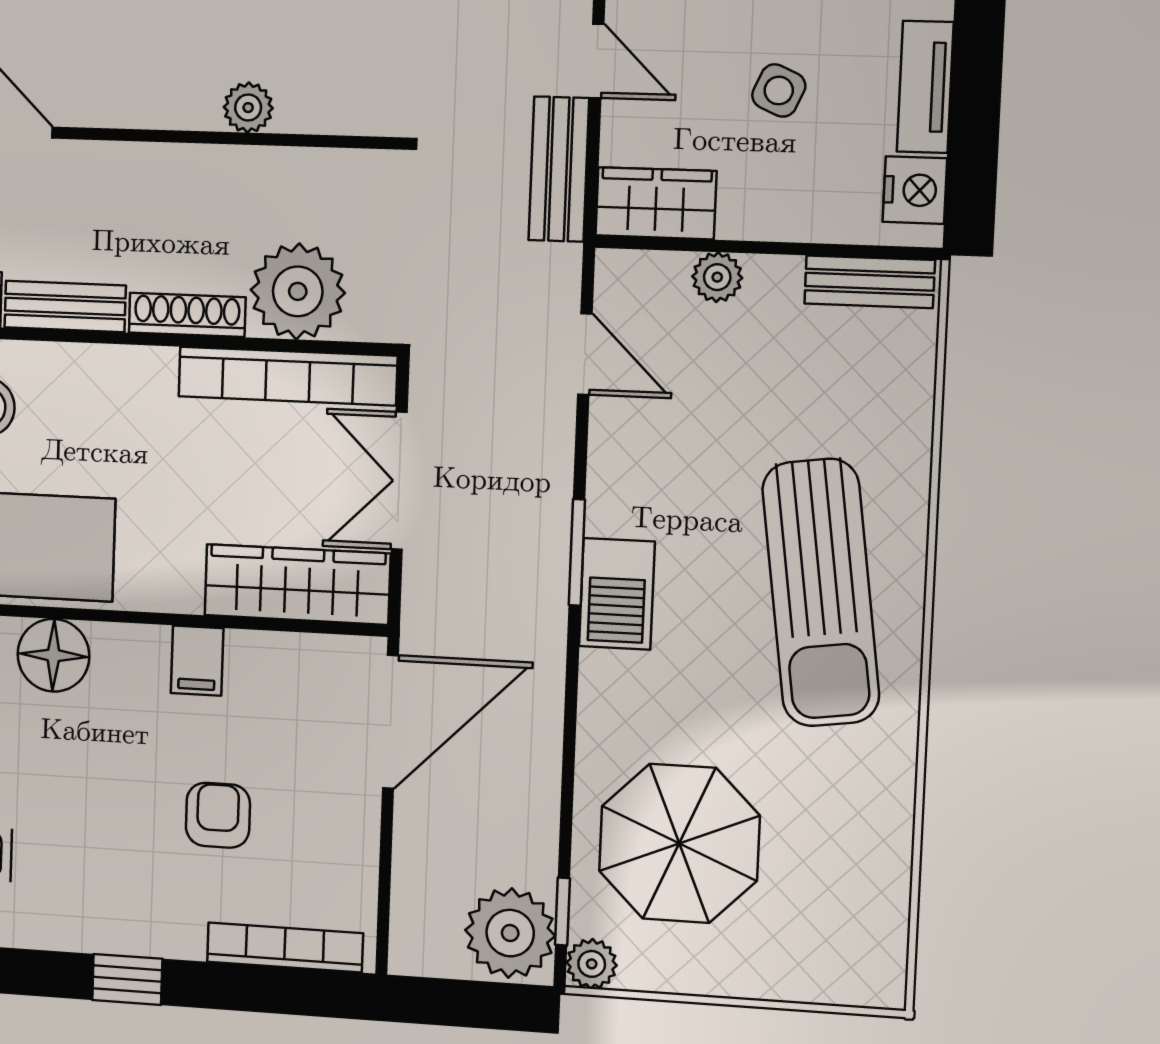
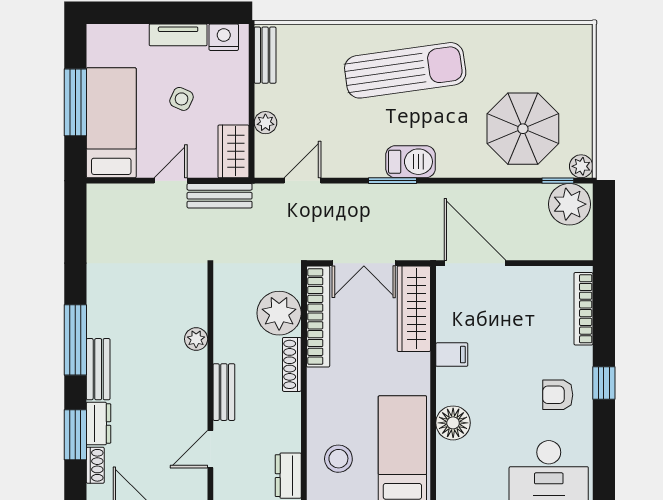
bench: (65, 306) -> (224, 392), moved
armchair: (218, 815) -> (558, 395), moved

